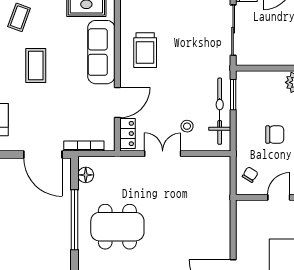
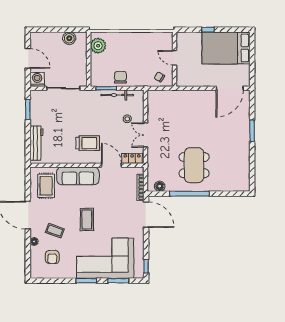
trolley: (145, 50) -> (88, 143), moved
coffee table: (36, 66) -> (87, 219), turned 90
bicycle: (220, 111) -> (117, 95), width x0.73, depth x0.71
chair: (275, 135) -> (120, 77), moved
door: (43, 155) -> (146, 215), hinge flipped

